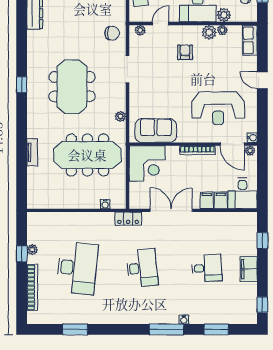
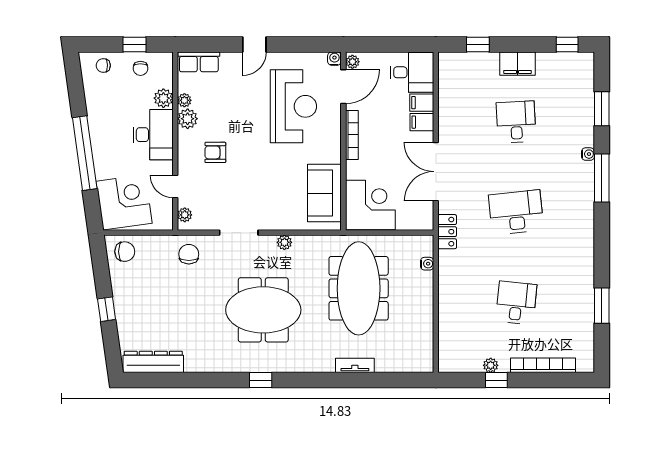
plant: (120, 116) -> (284, 242), moved
desk: (77, 268) -> (516, 303), width x0.53, depth x0.77

